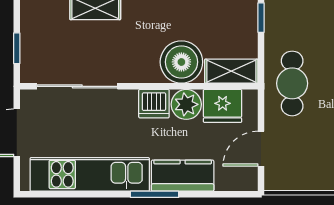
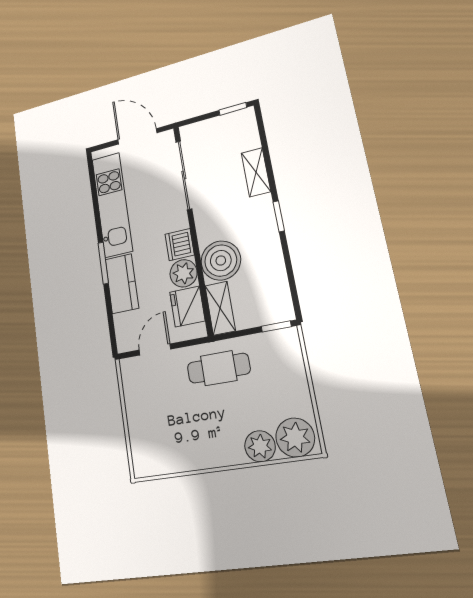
window: (17, 48) -> (233, 109), moved
door: (261, 149) -> (155, 350), hinge flipped

